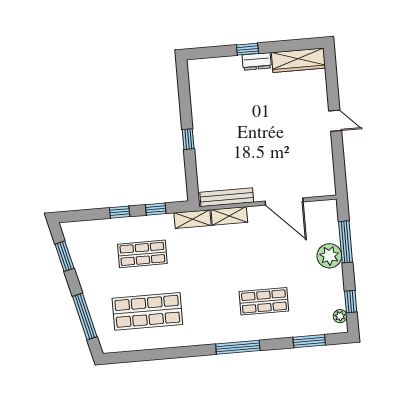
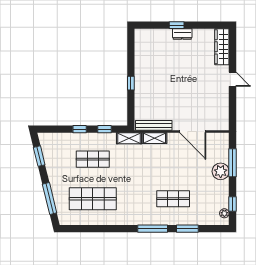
wardrobe: (298, 60) -> (222, 47), moved, turned 90
window: (309, 341) -> (187, 229), moved

